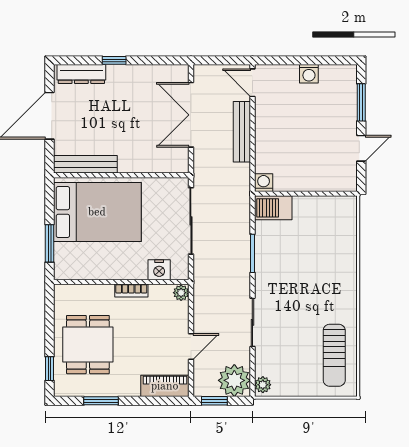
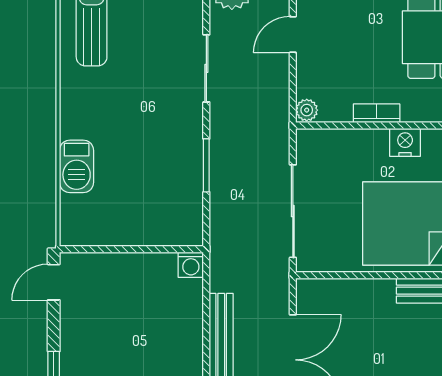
door: (361, 148) -> (54, 282), moved
barbecue: (273, 208) -> (77, 166), moved, turned 90
nightstand: (159, 270) -> (405, 142), moved

